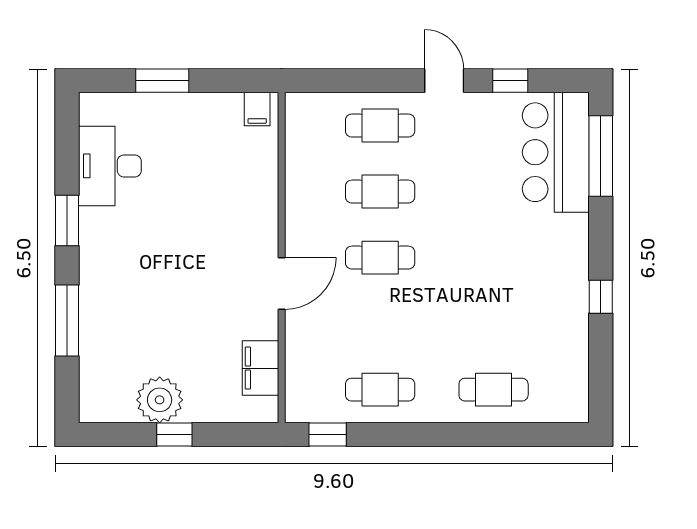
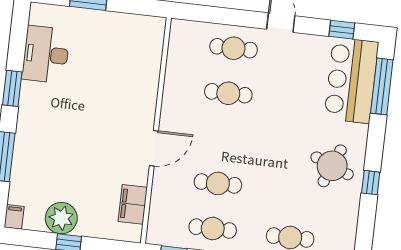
window: (510, 81) -> (342, 30), moved
filing cabinet: (257, 109) -> (14, 217), moved, turned 180
cafe table: (380, 258) -> (218, 183), moved
round table: (542, 279) -> (332, 166), added

